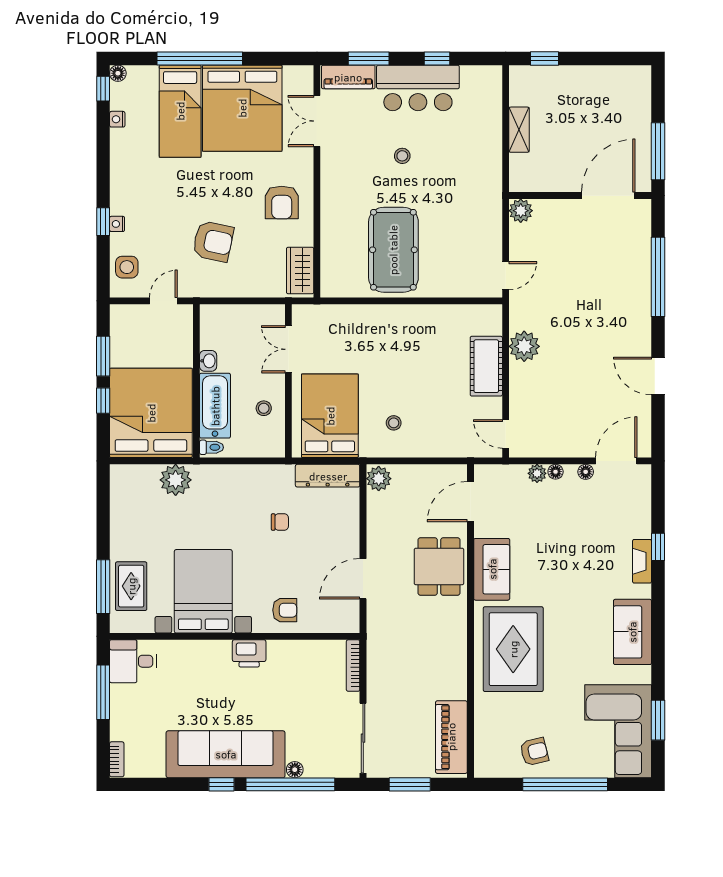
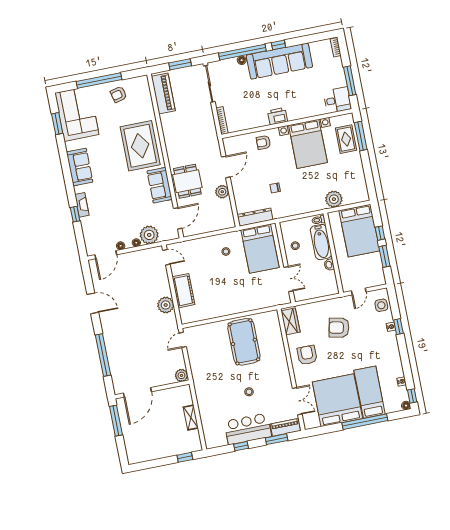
bed: (151, 413) -> (359, 231), width x0.73
plant: (537, 473) -> (149, 235), width x1.87, depth x1.87
plant: (379, 479) -> (222, 192), moved

